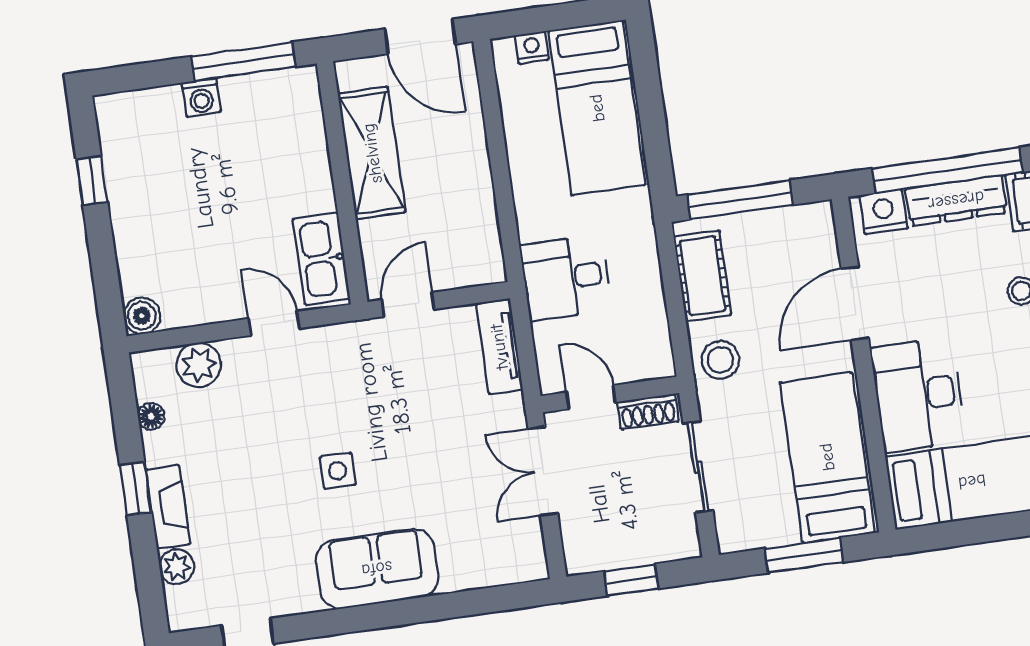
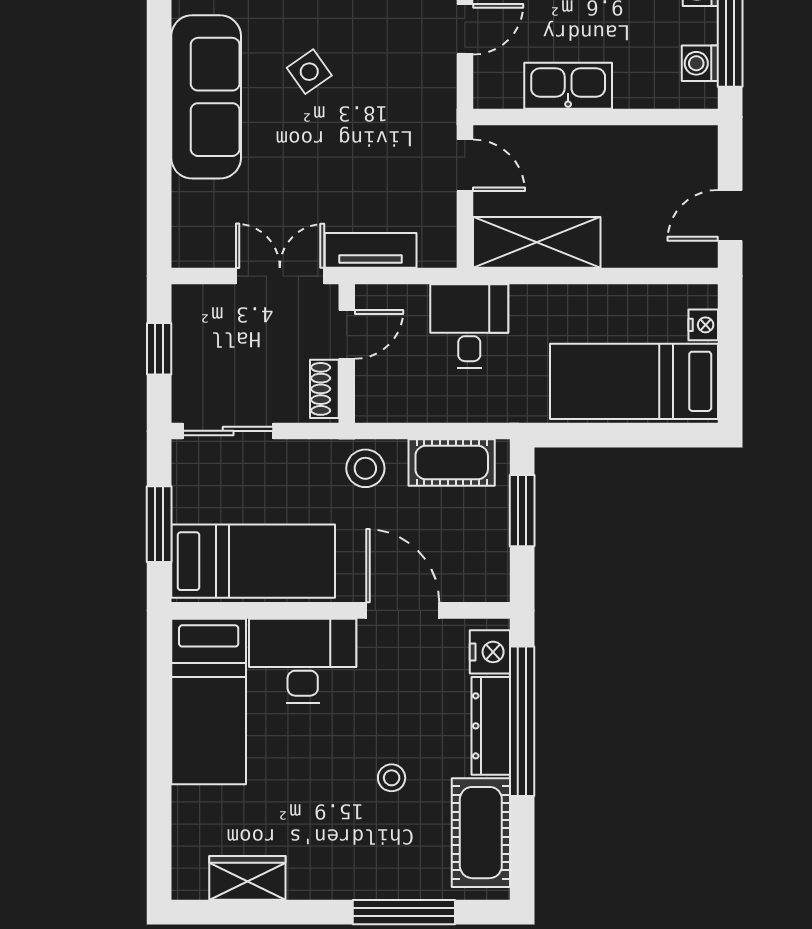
door: (420, 36) -> (730, 215), width x0.73
washing machine: (275, 87) -> (700, 63), added
shelving: (372, 153) -> (537, 242), moved
window: (740, 200) -> (522, 511), width x0.69
kitchen sink: (322, 259) -> (568, 86), moved
tv unit: (499, 347) -> (371, 250), moved
sliding door: (698, 467) -> (228, 431), moved
side table: (338, 471) -> (309, 72), turned -35
sofa: (377, 569) -> (206, 97), width x1.36

